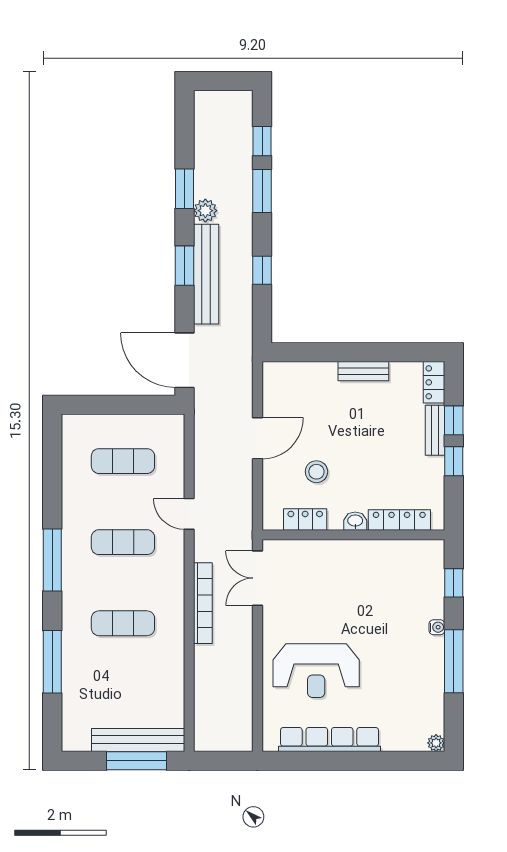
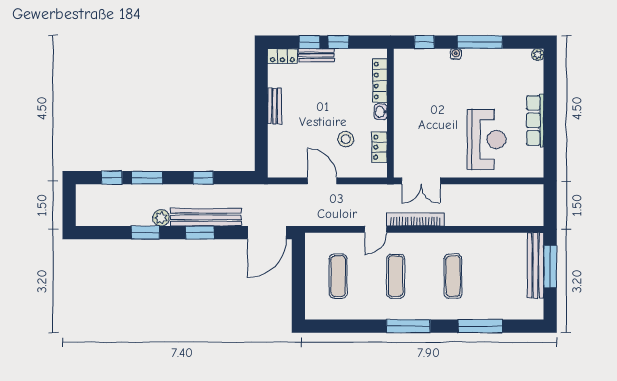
bookcase: (203, 603) -> (415, 220), moved
row of seats: (329, 739) -> (535, 120), width x0.73

